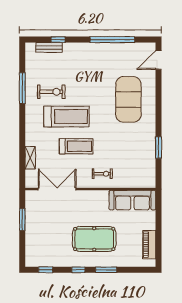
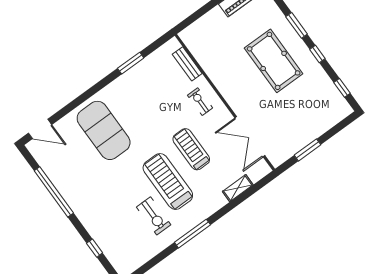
bench: (49, 47) -> (187, 64), moved
window: (22, 88) -> (192, 234), moved
exercise bike: (51, 92) -> (154, 216), turned 180
exercise mat: (128, 99) -> (104, 130), turned 90
sofa: (132, 200) -> (205, 51), removed

